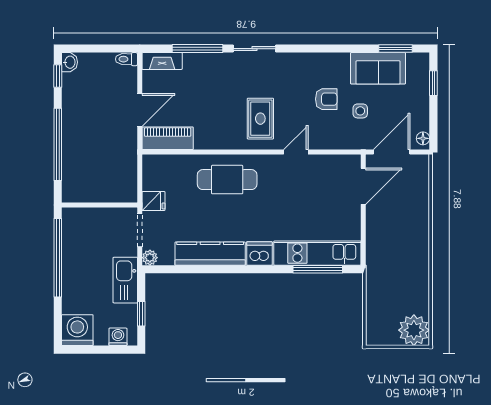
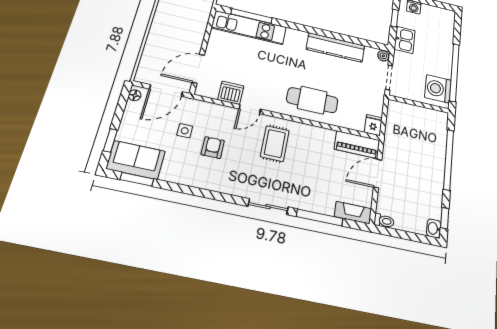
sofa: (378, 68) -> (136, 160), moved
armchair: (326, 99) -> (213, 148), turned 90
fridge: (153, 201) -> (373, 125), moved, turned 90
dishwasher: (259, 253) -> (231, 93), moved, turned 180
kitchen sink: (125, 280) -> (405, 40), width x0.73
washing machine: (77, 330) -> (438, 89), moved, turned 90

